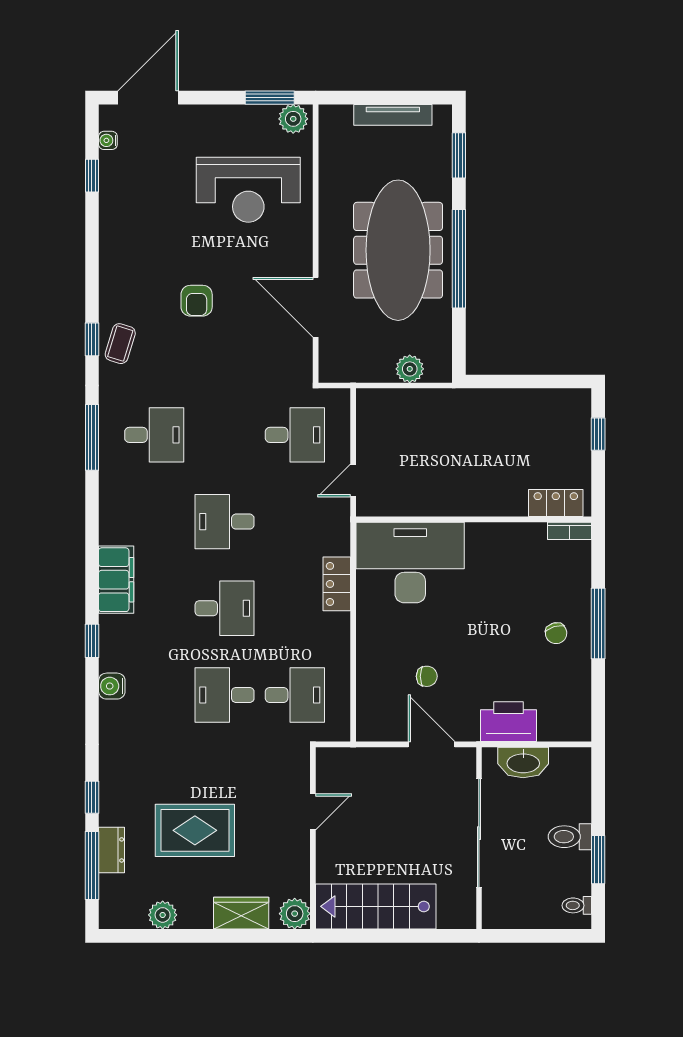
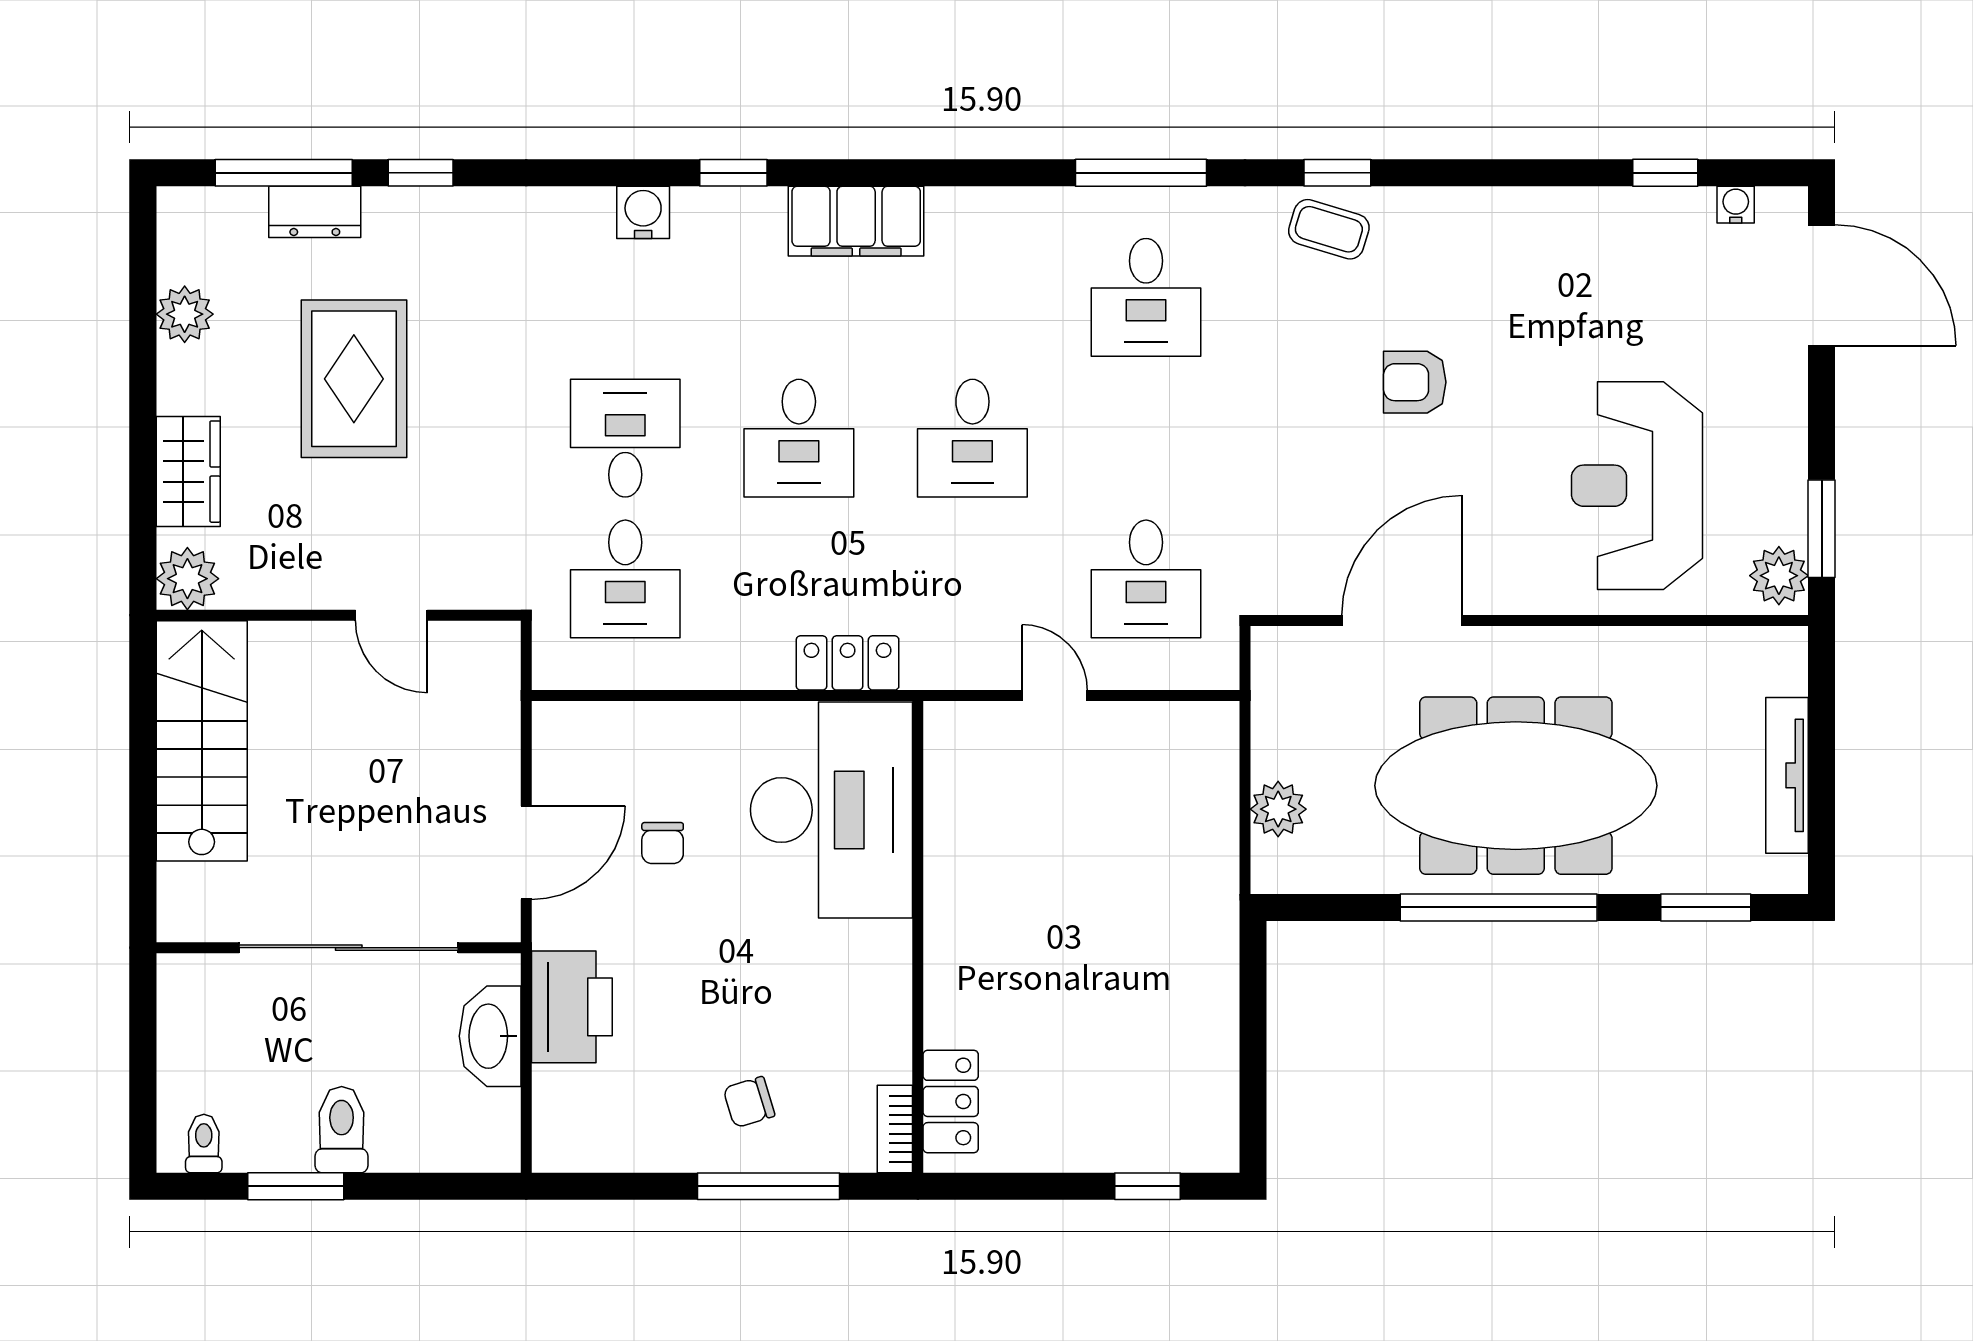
locker: (556, 503) -> (951, 1101), moved
wall: (474, 519) -> (918, 937), moved
desk: (225, 522) -> (972, 438), turned 180
bookcase: (570, 531) -> (895, 1129), moved
desk: (410, 563) -> (831, 810), moved

